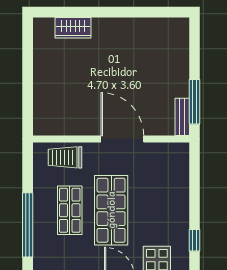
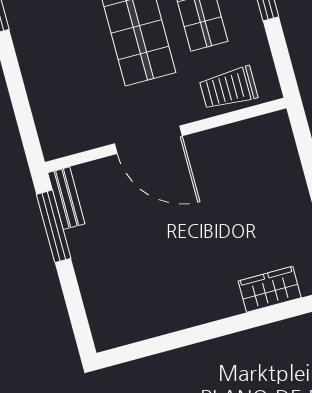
trolley: (65, 157) -> (229, 88), turned 180

